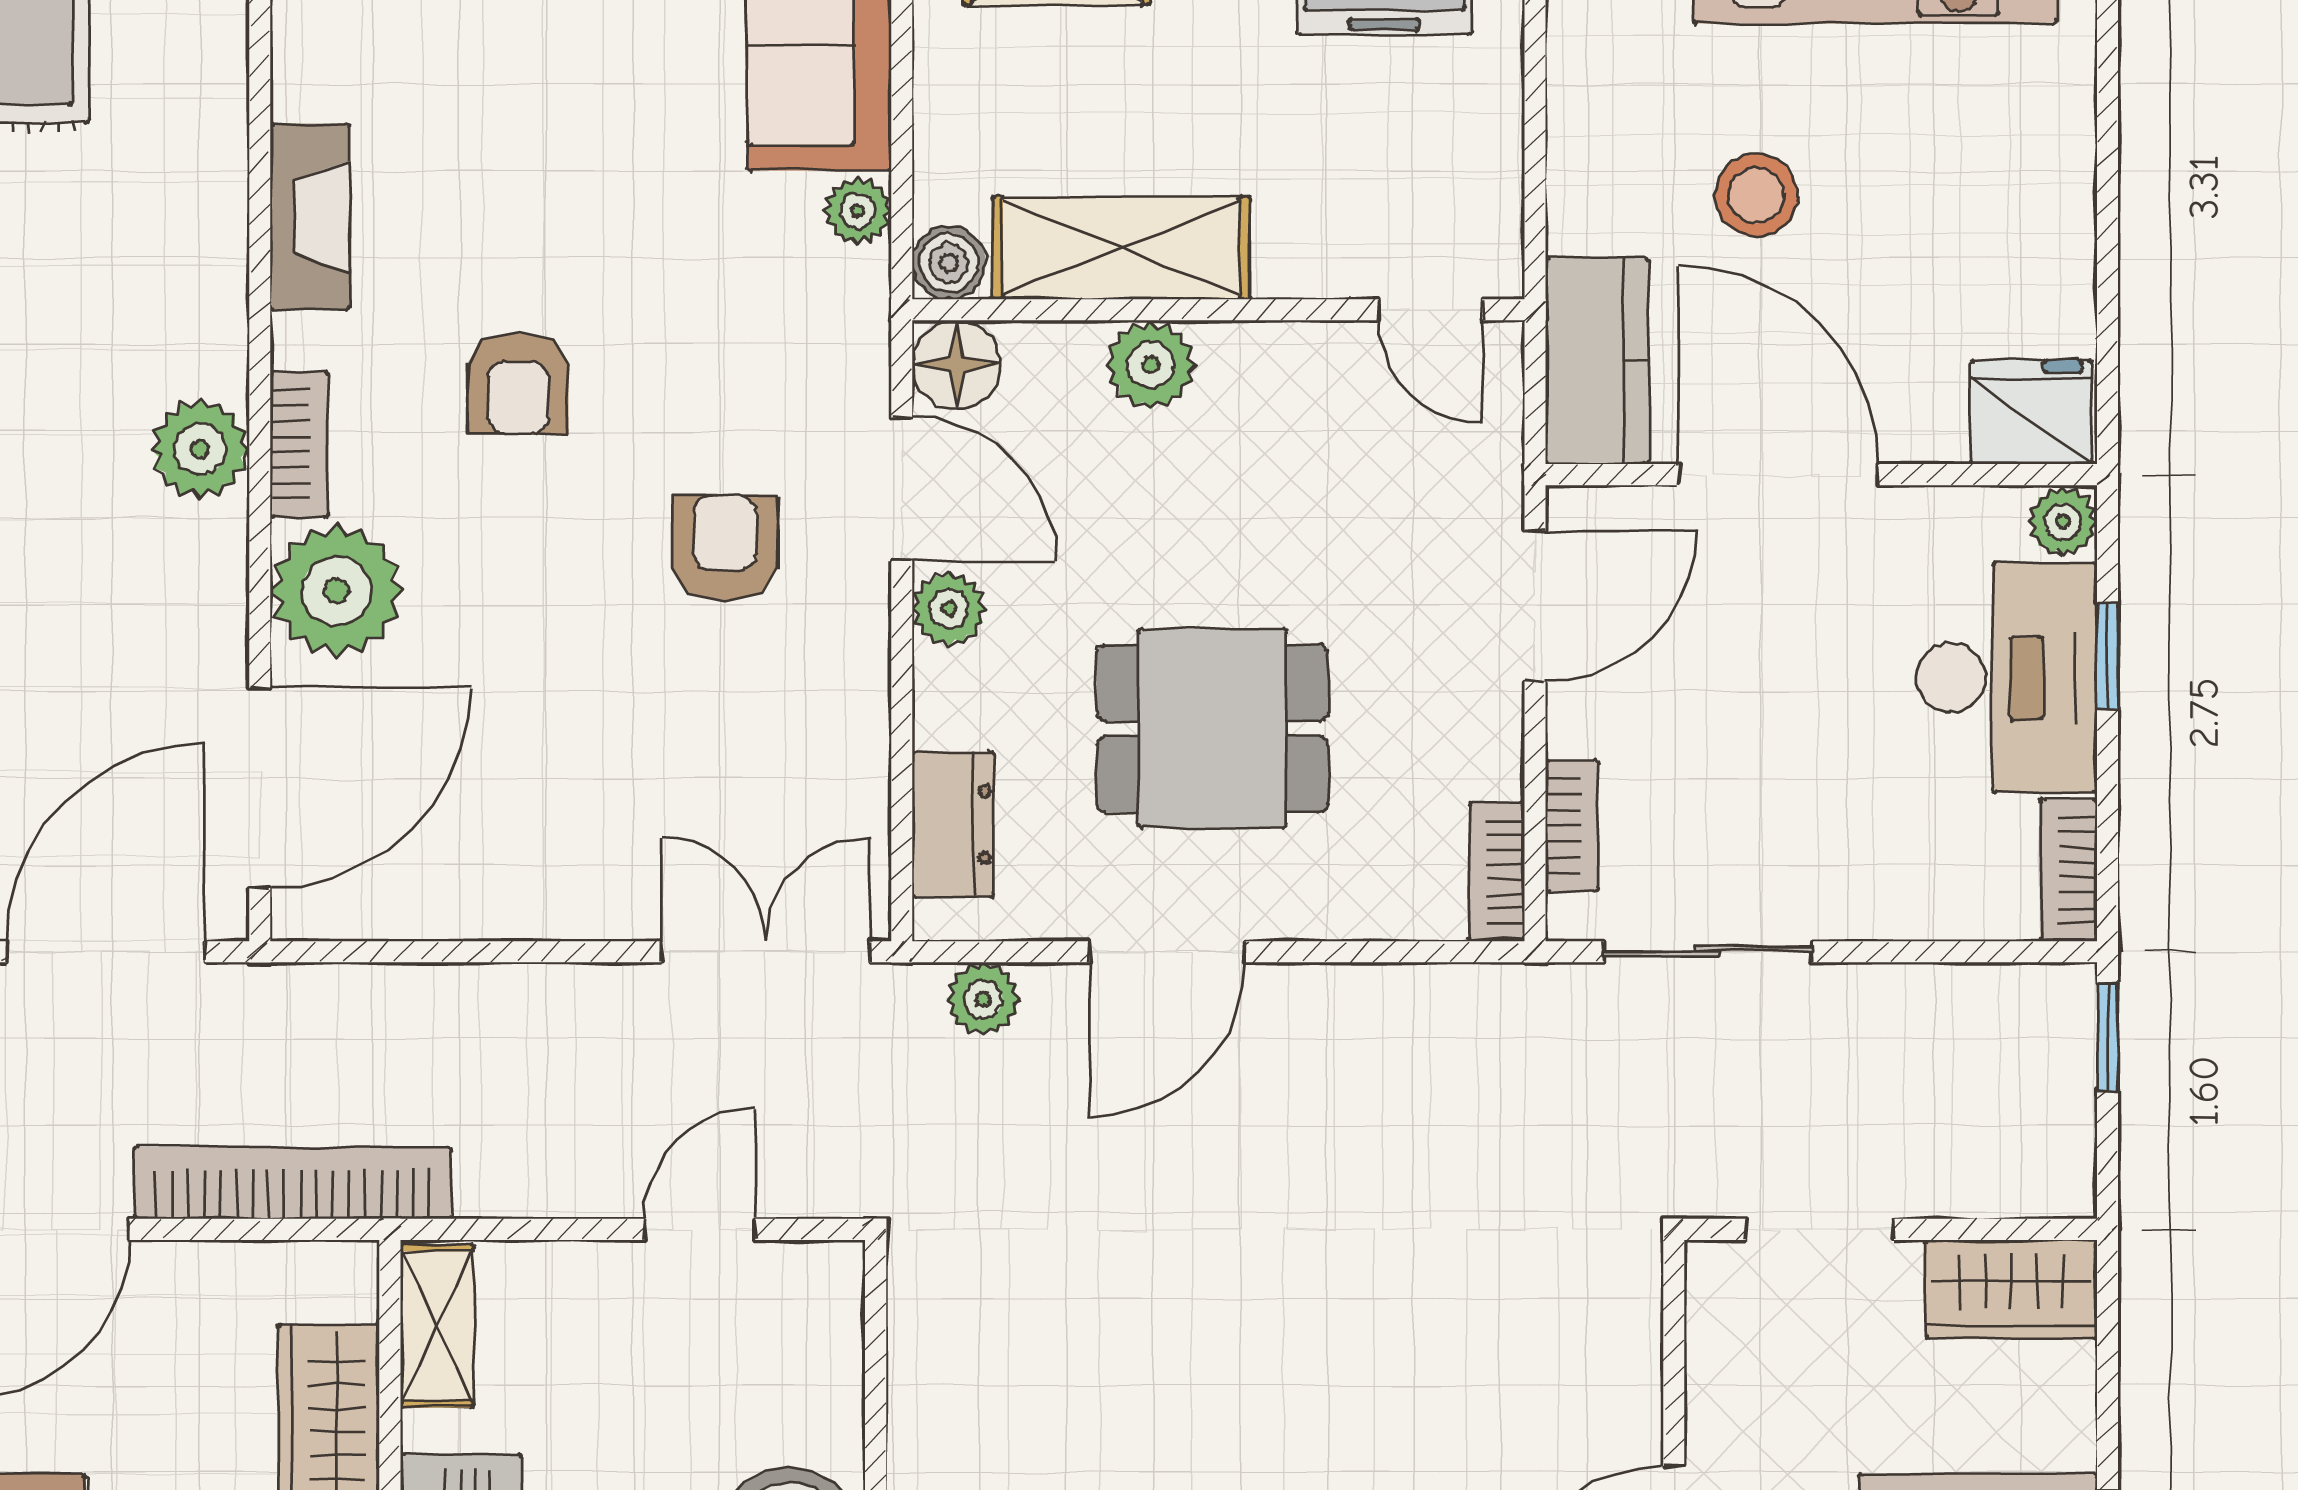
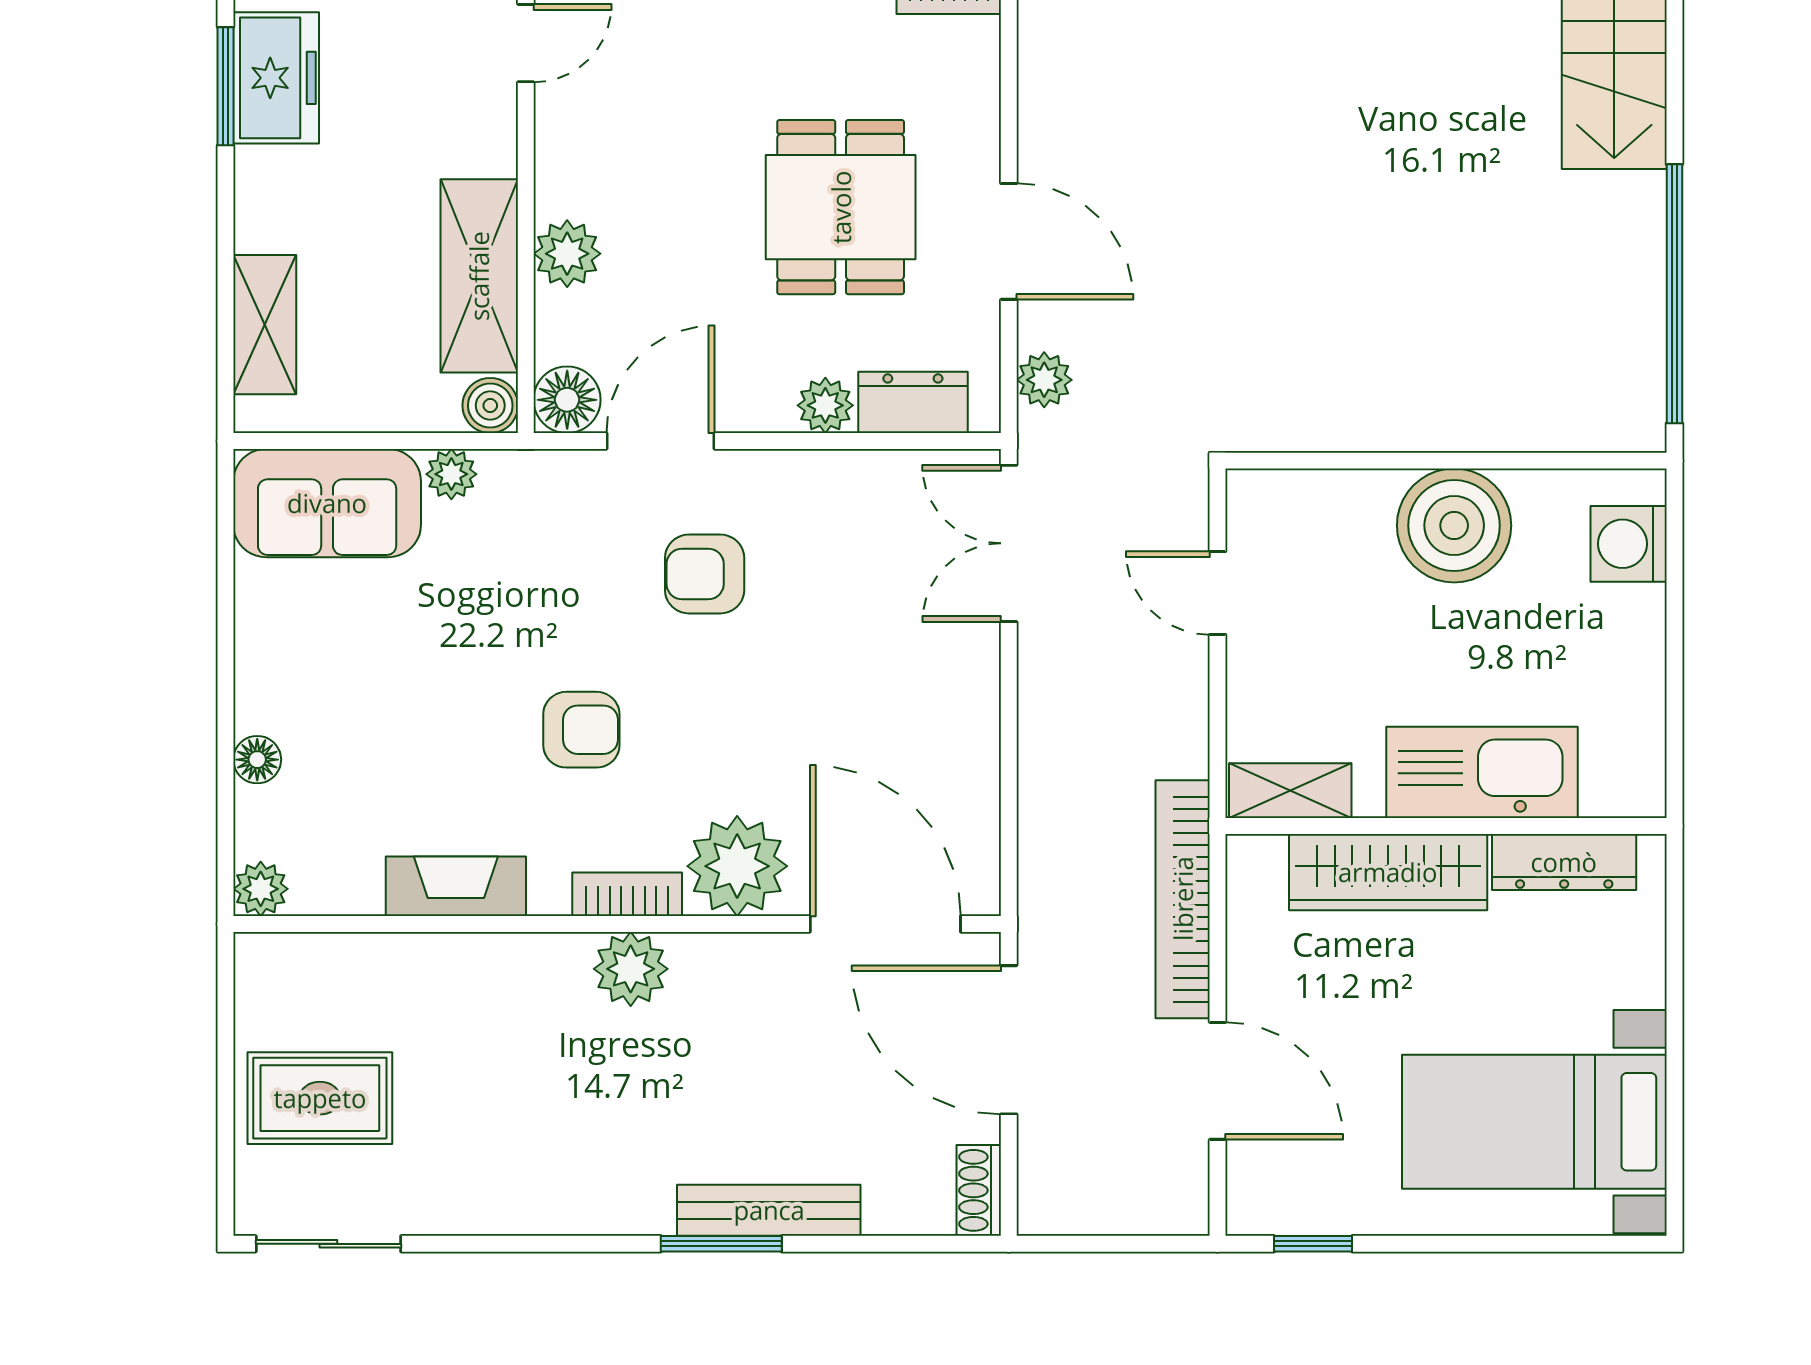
plant: (949, 609) -> (825, 405), moved

